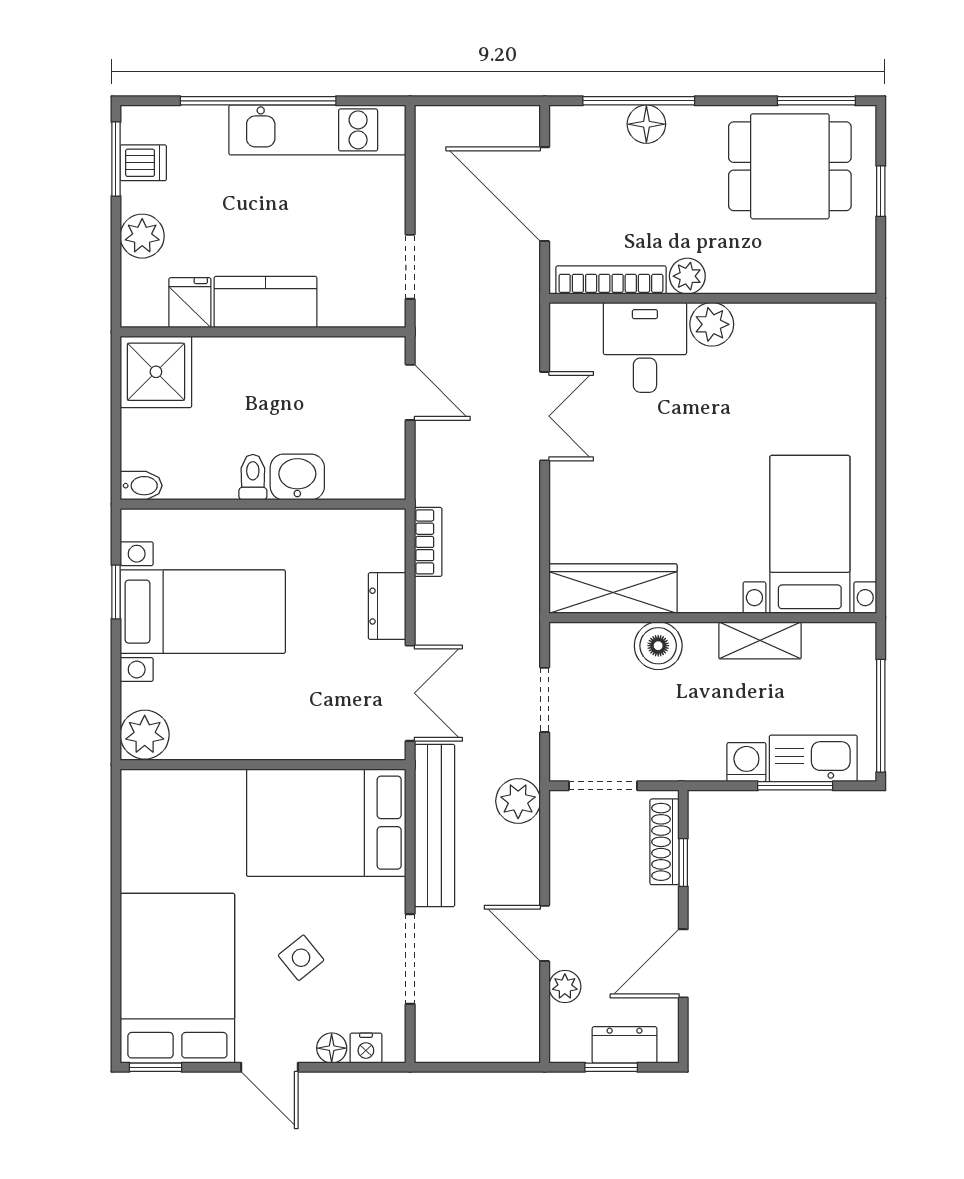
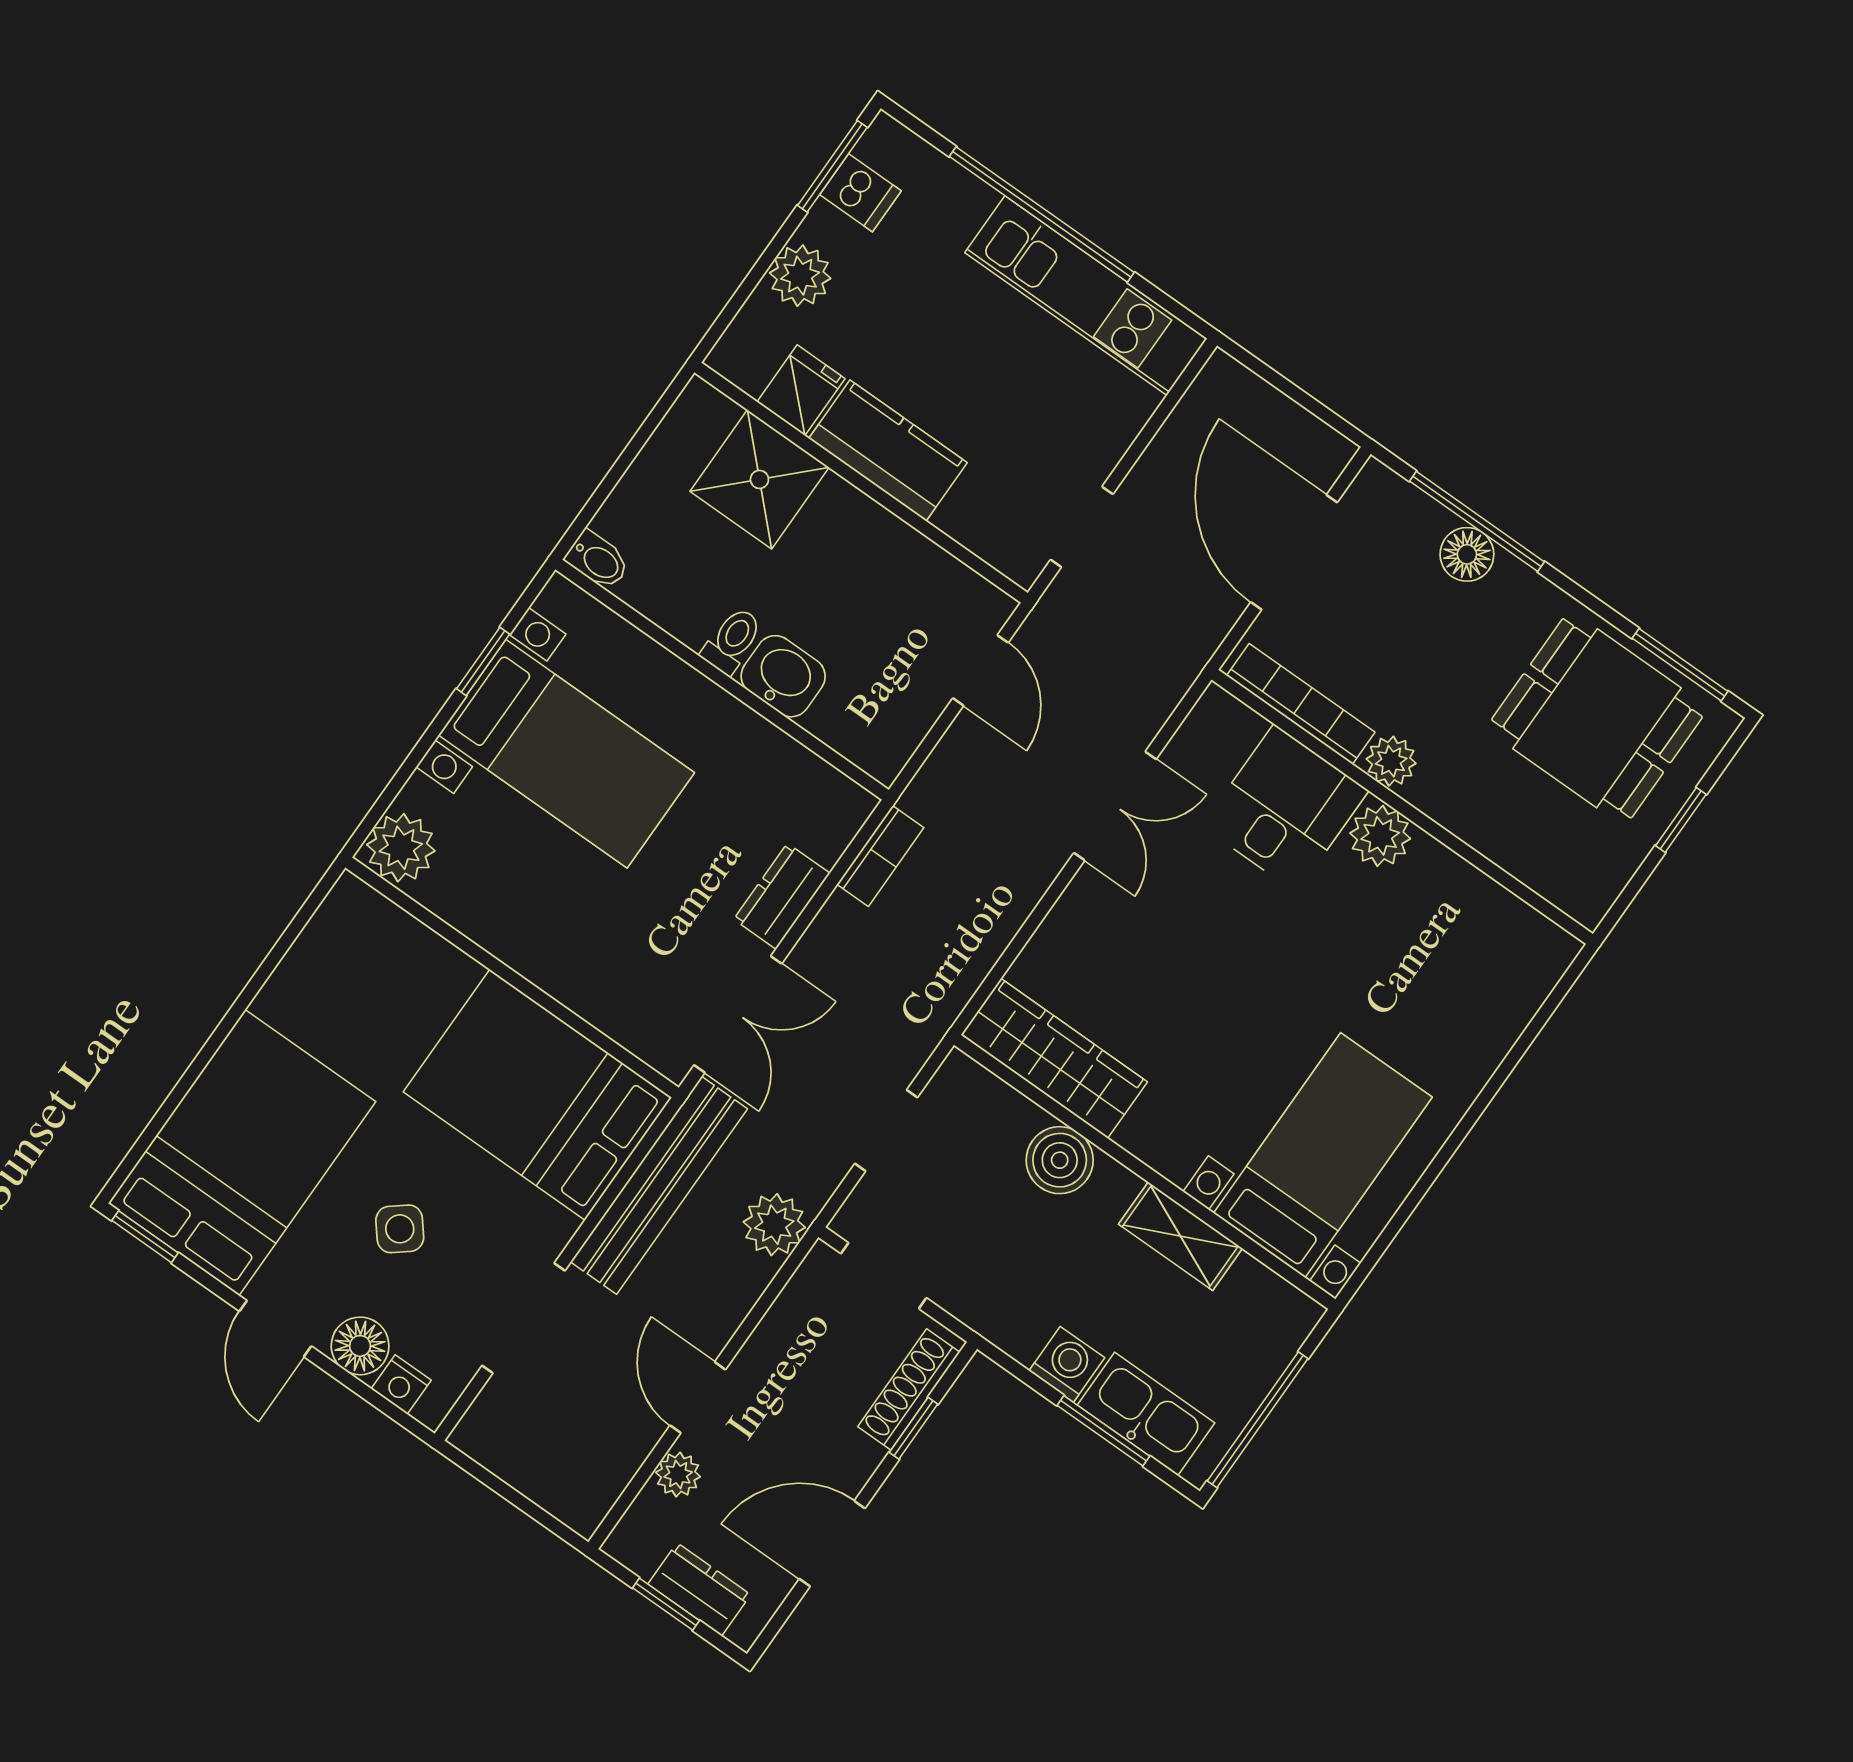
shower: (156, 372) -> (759, 479), moved
floor lamp: (332, 1048) -> (360, 1346), width x1.37, depth x1.37

